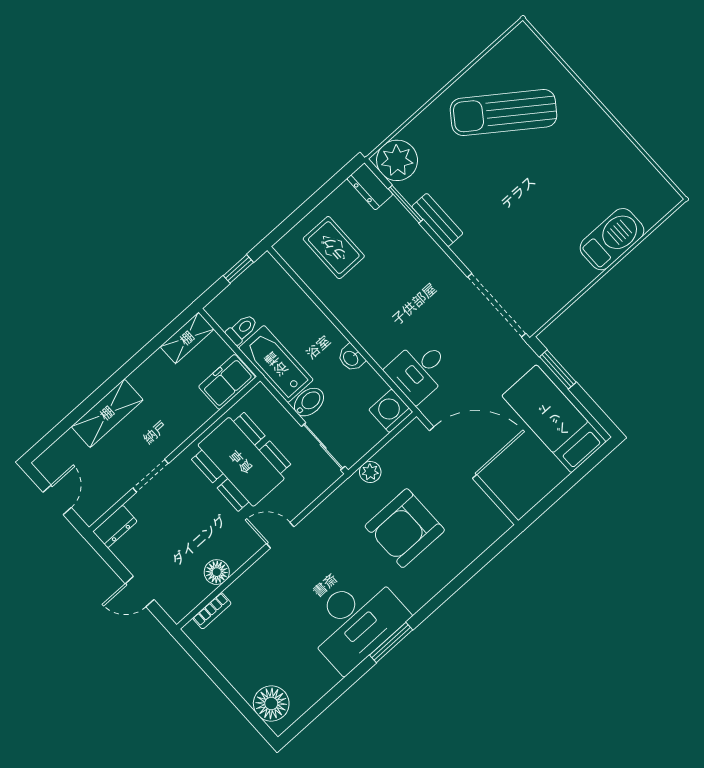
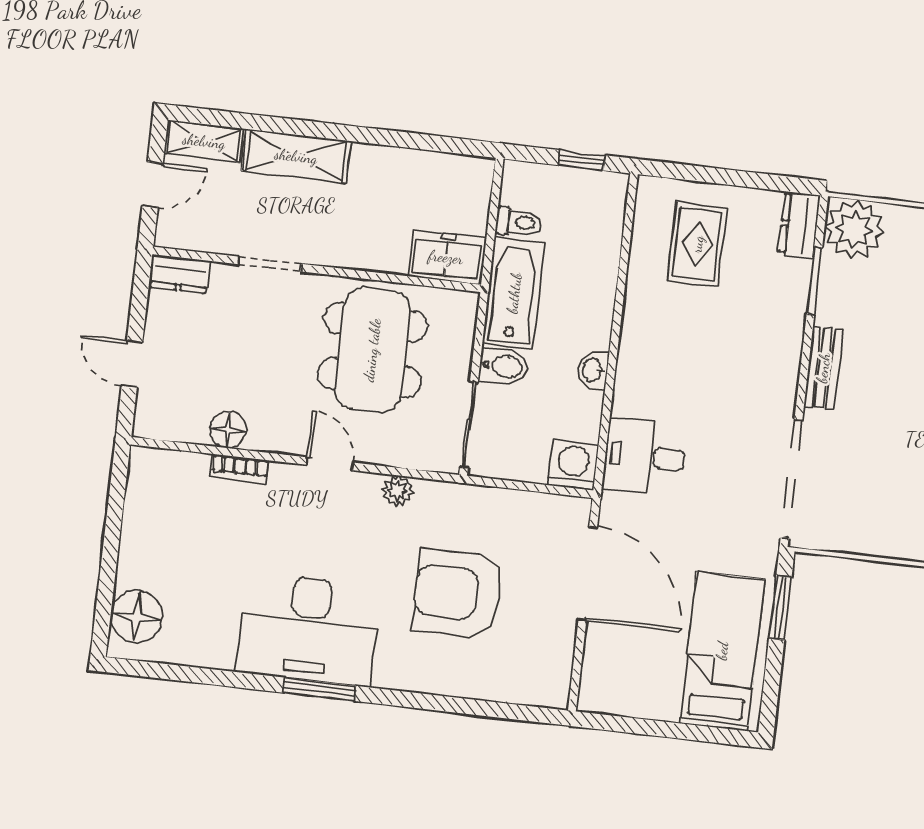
bench: (437, 220) -> (823, 368), moved
shelving: (187, 338) -> (204, 141), moved
plant: (370, 472) -> (398, 491), moved
bookcase: (212, 611) -> (240, 469), moved

